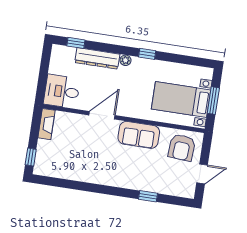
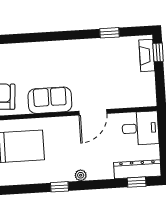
dresser: (97, 58) -> (137, 169), moved
fireplace: (47, 124) -> (147, 55), moved
window: (148, 196) -> (110, 33), moved

